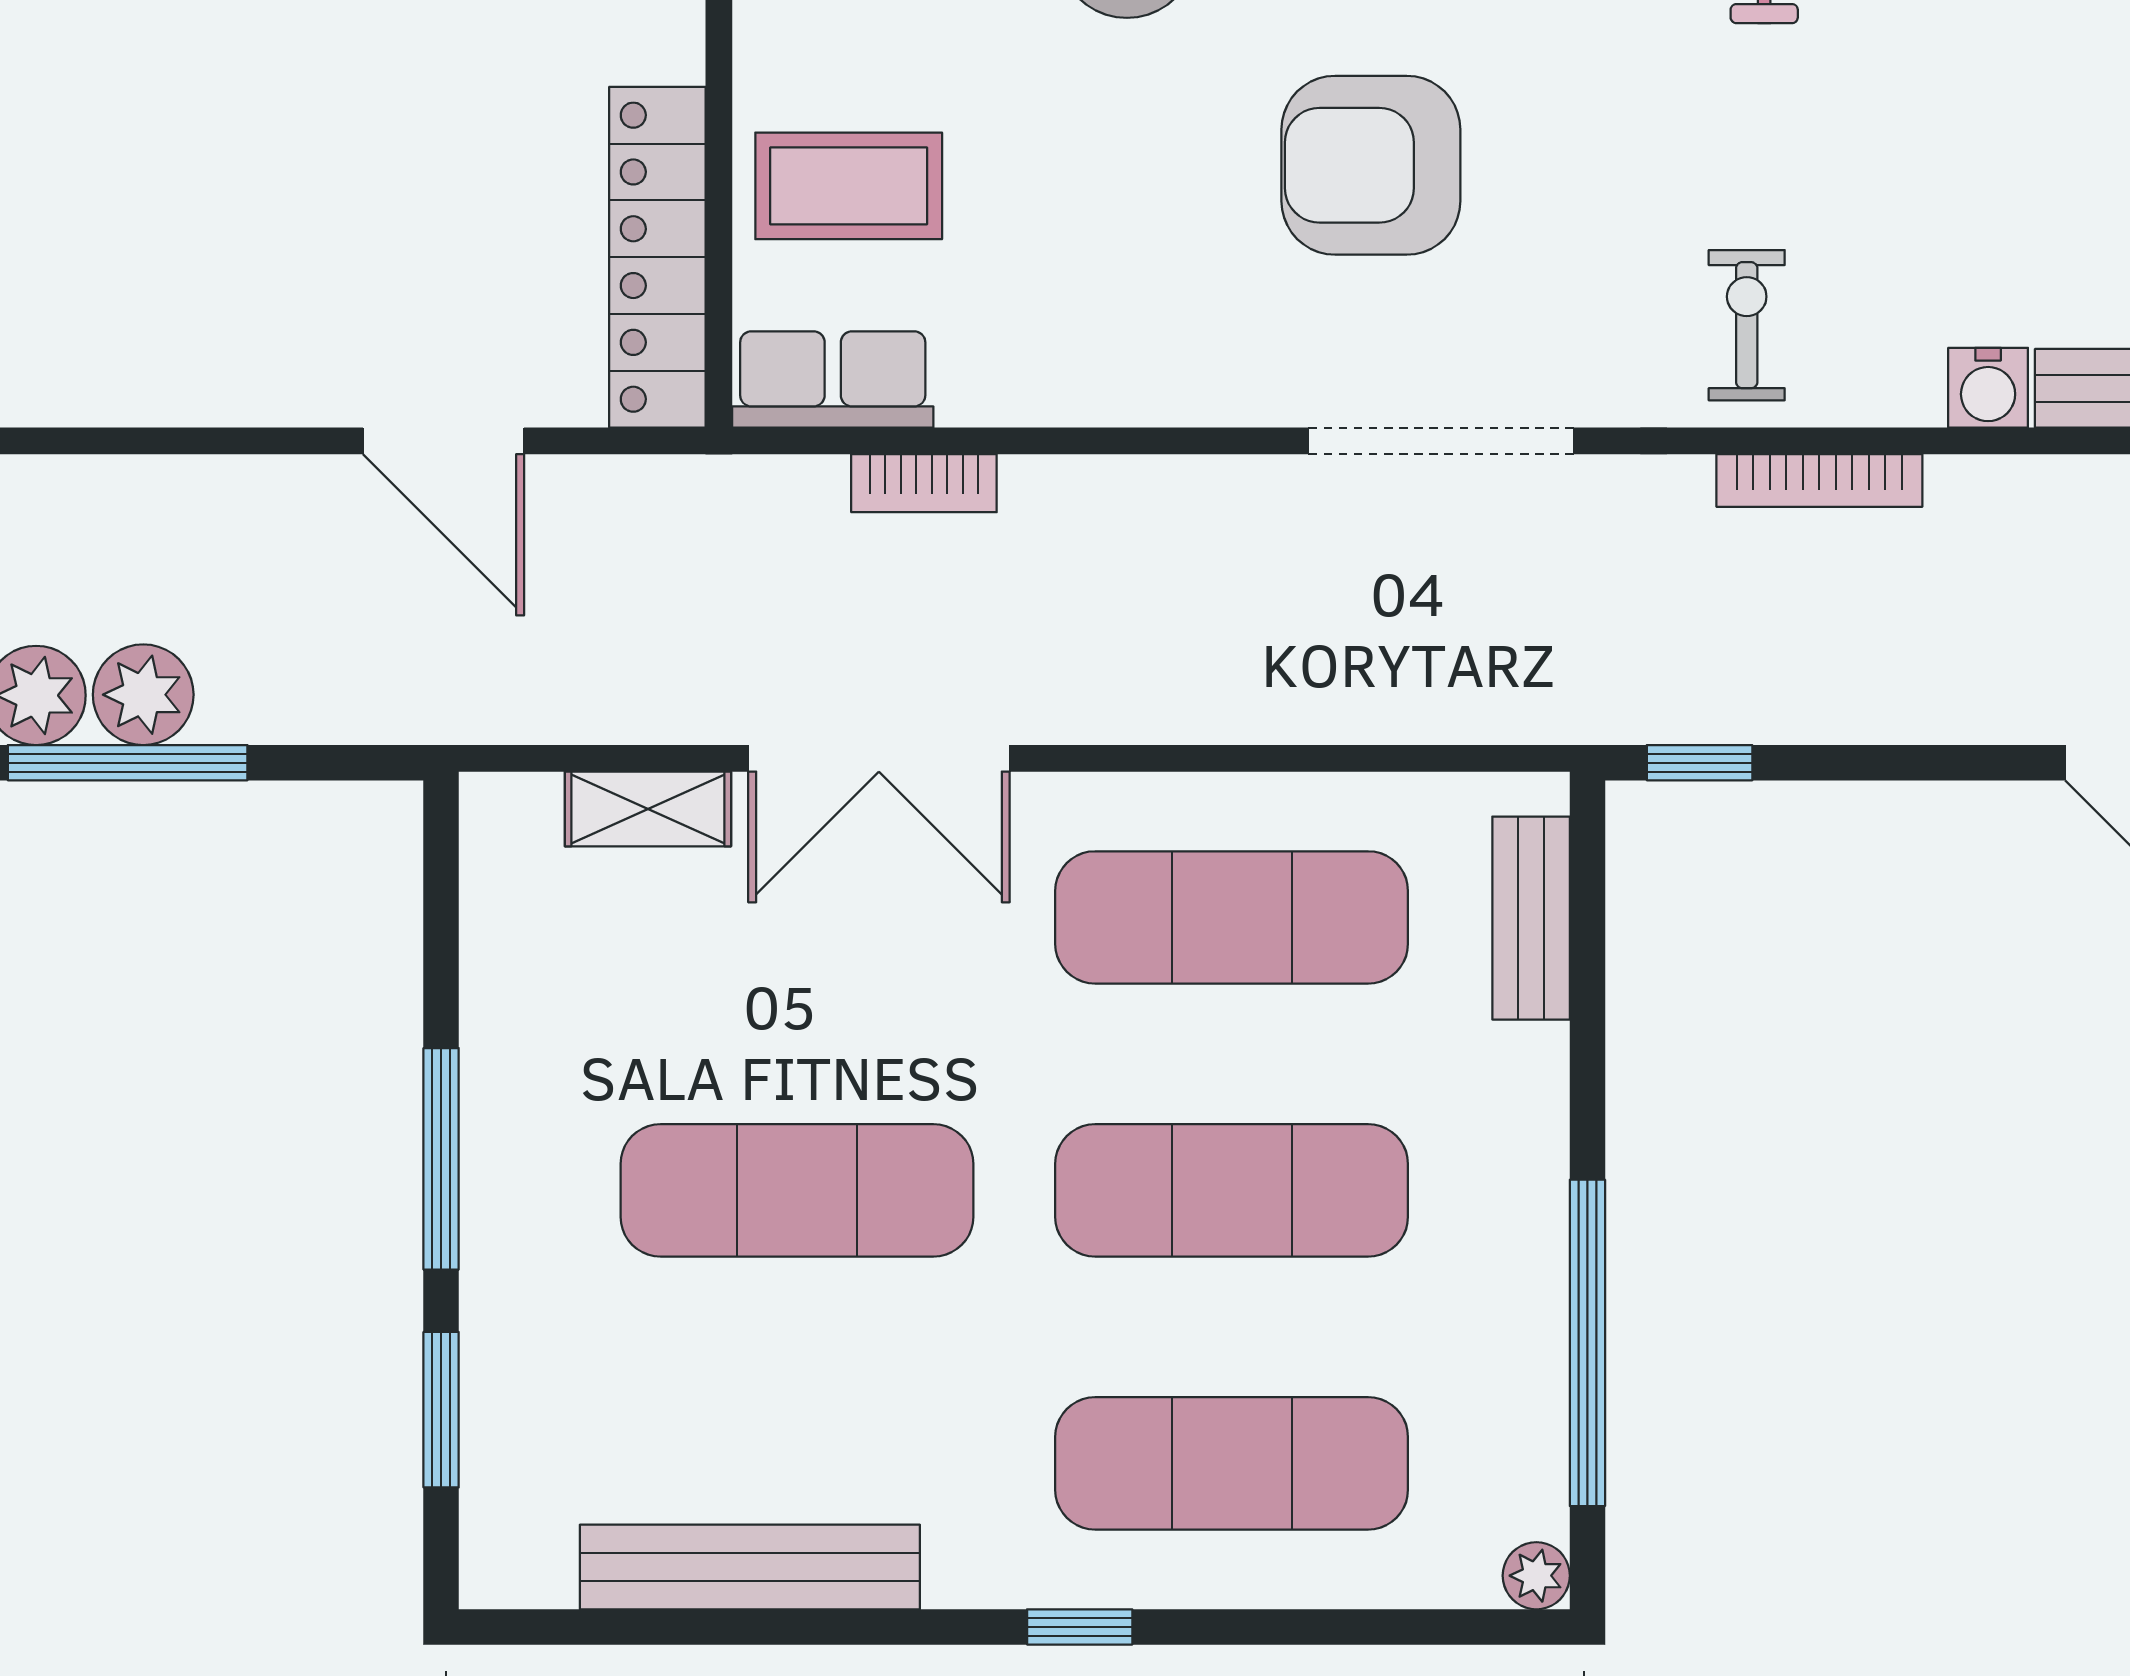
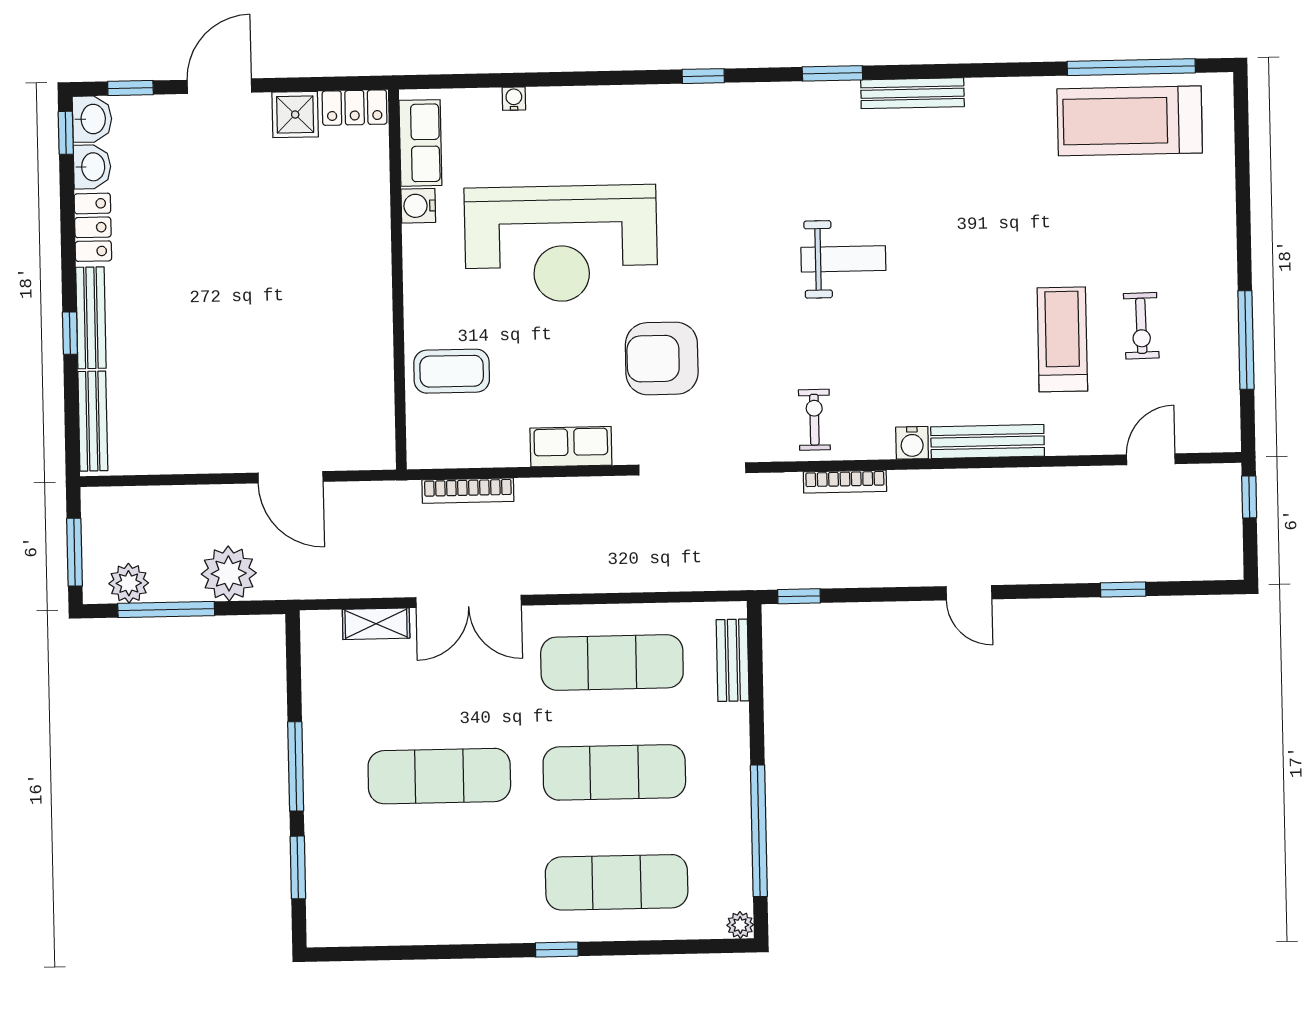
locker: (657, 257) -> (375, 402), removed
row of seats: (833, 379) -> (571, 447), moved
bookcase: (924, 483) -> (468, 491), width x1.56
plant: (143, 695) -> (229, 573), moved, width x1.36, depth x1.36
bench: (750, 1567) -> (423, 928), removed

